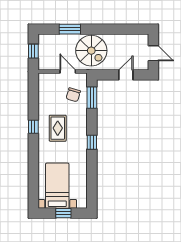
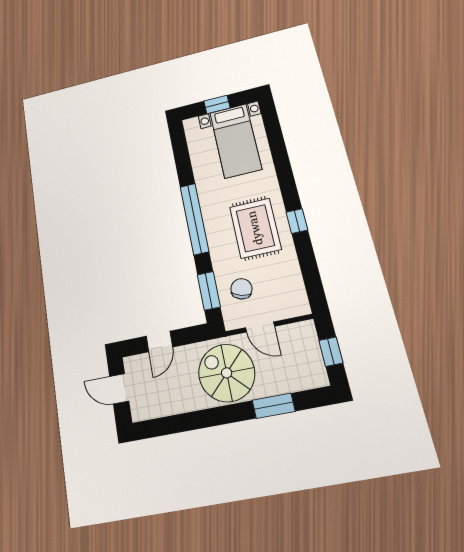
rug: (58, 128) -> (255, 228), width x1.36, depth x1.43
window: (92, 142) -> (194, 219), width x3.17

